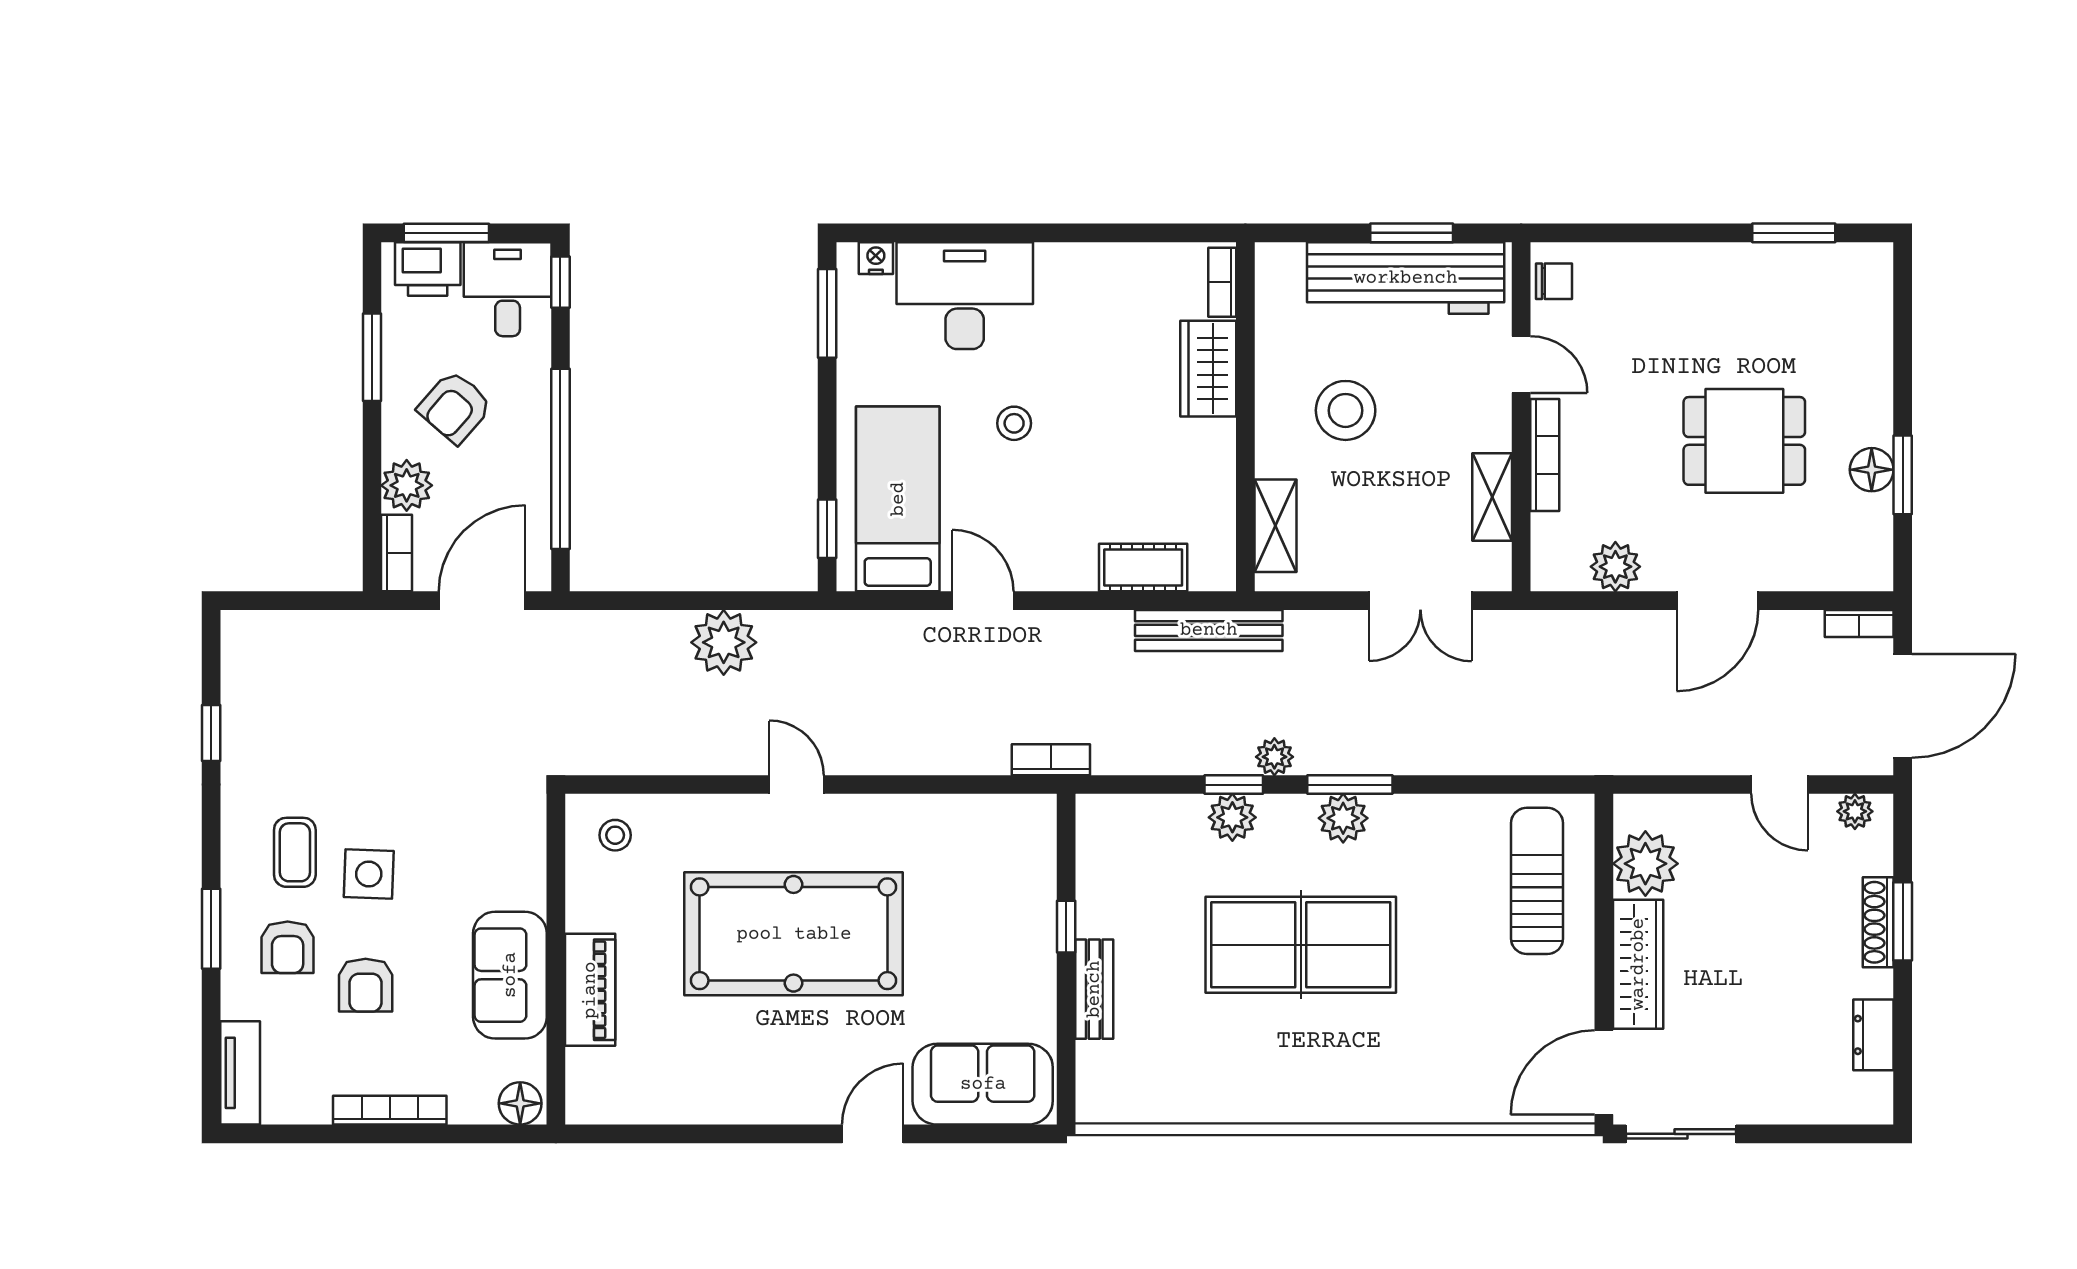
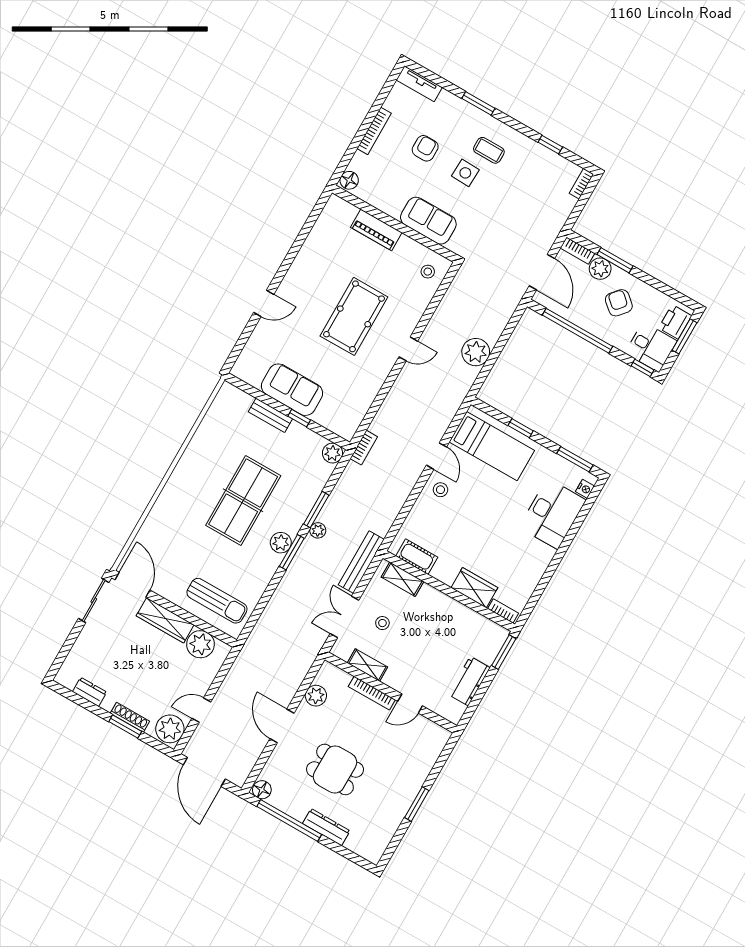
window: (1412, 233) -> (504, 652), moved
window: (1794, 233) -> (417, 804), moved
workbench: (1406, 278) -> (469, 681), width x0.53, depth x0.76
chair: (1554, 281) -> (434, 733), removed
window: (372, 357) -> (615, 260), moved
dresser: (1873, 391) -> (326, 827), added
stool: (1346, 410) -> (382, 623), moved, width x0.53, depth x0.53
stool: (1014, 423) -> (440, 490), moved
dining table: (1744, 441) -> (335, 769), turned 90
floor lamp: (1872, 470) -> (262, 790), moved
window: (1903, 475) -> (289, 821), width x2.11
window: (827, 529) -> (521, 428), moved
cot: (1143, 568) -> (417, 557), moved, turned 90
door: (983, 601) -> (437, 456), hinge flipped
bookcase: (1859, 624) -> (581, 184), moved
bench: (1209, 630) -> (361, 562), moved
window: (1234, 785) -> (316, 510), width x1.50
plant: (1855, 811) -> (170, 729), width x1.88, depth x1.88
plant: (1232, 817) -> (333, 453), moved
pool table: (794, 934) -> (354, 316), width x0.73, depth x0.76
armchair: (288, 947) -> (455, 128), removed
sofa: (510, 975) -> (428, 221), moved
armchair: (366, 985) -> (425, 148), turned 90
sofa: (983, 1084) -> (292, 390), moved, turned -90
door: (873, 1134) -> (264, 303), hinge flipped

